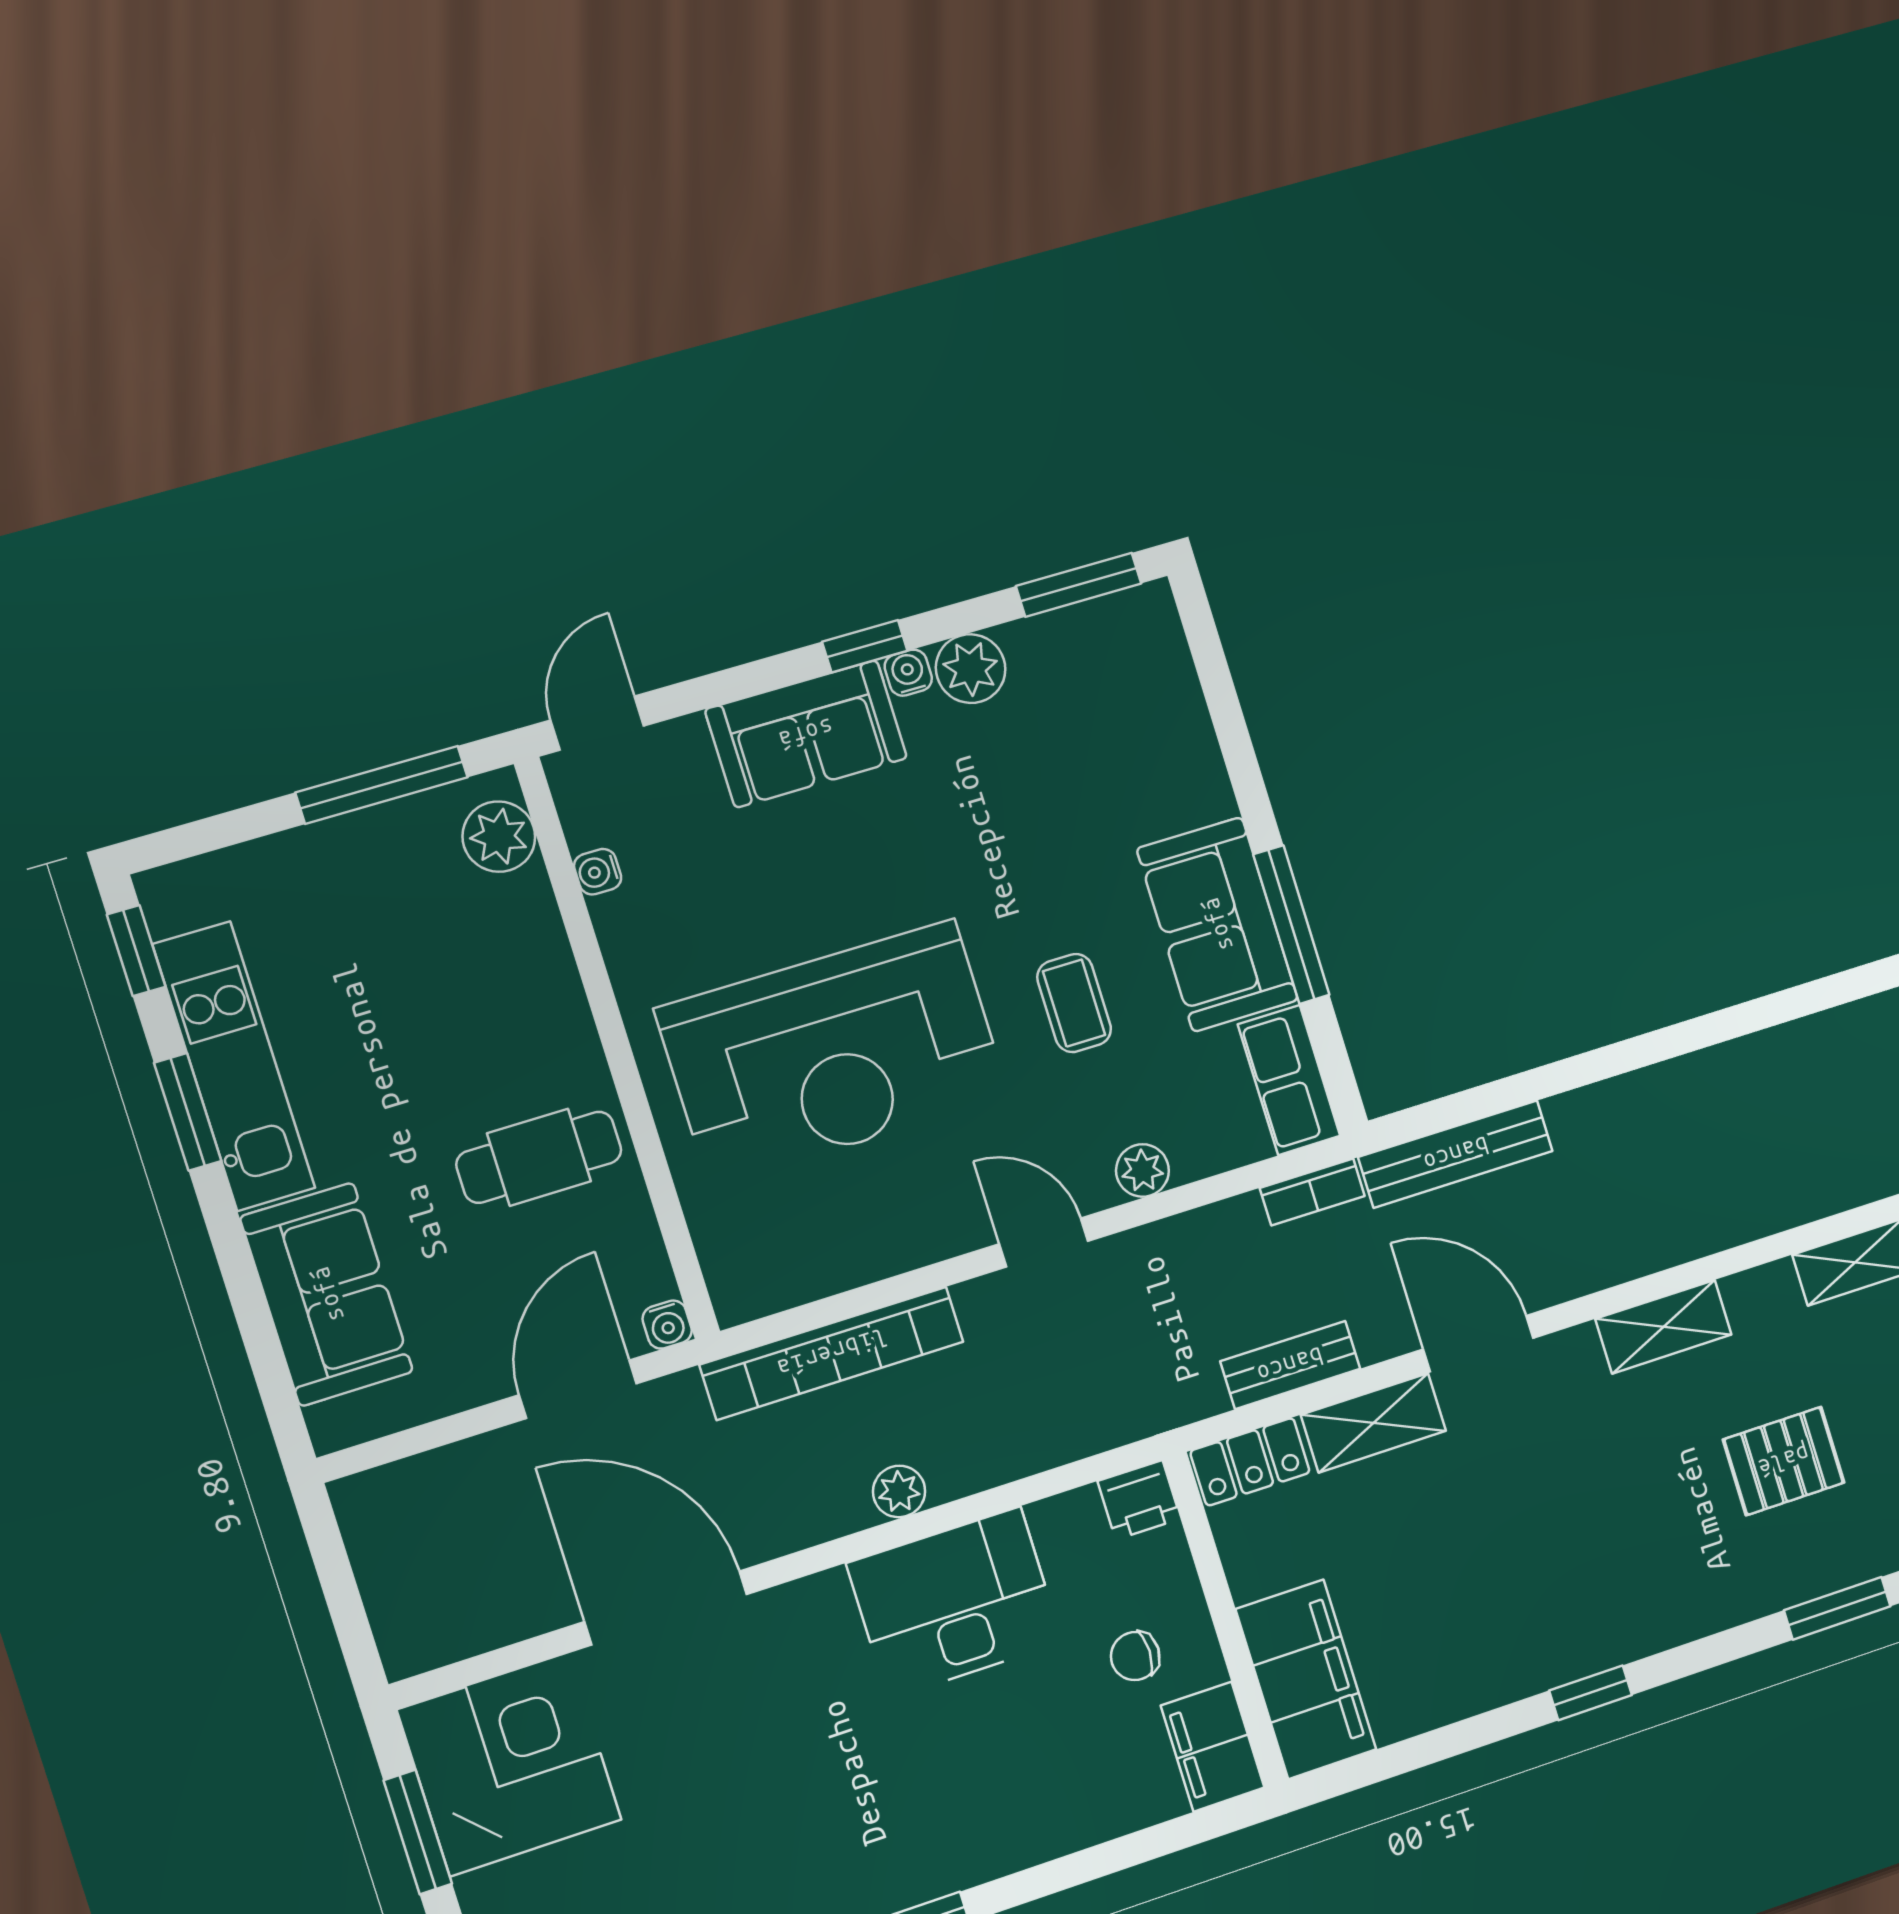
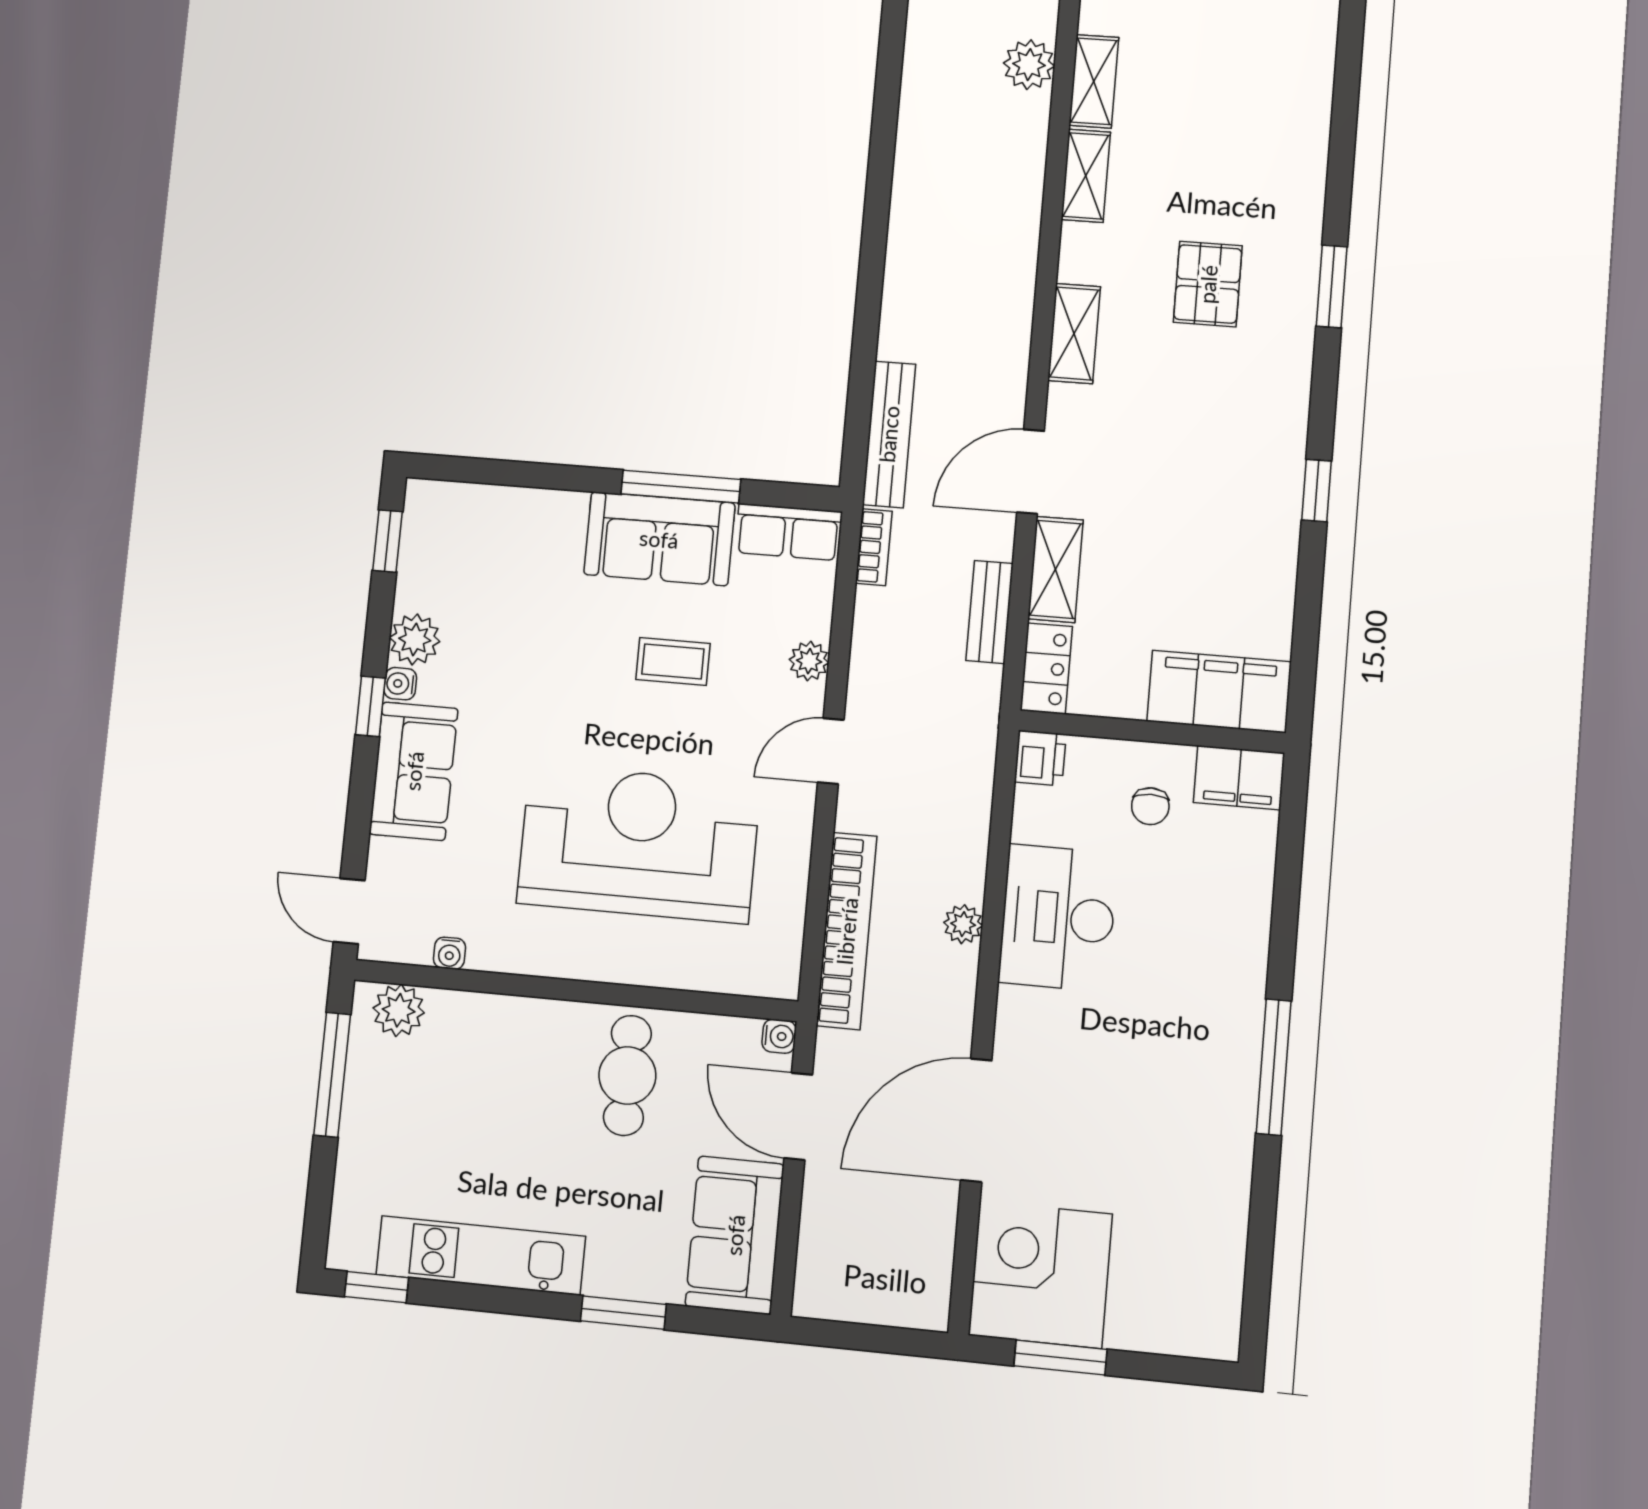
window: (1079, 585) -> (388, 541), width x0.67
reception desk: (833, 1053) -> (639, 844), turned -90
window: (188, 1112) -> (623, 1313), moved
sofa: (327, 1294) -> (735, 1235), moved, turned -90

